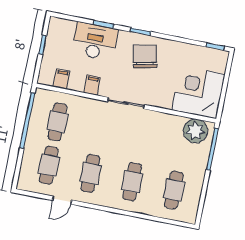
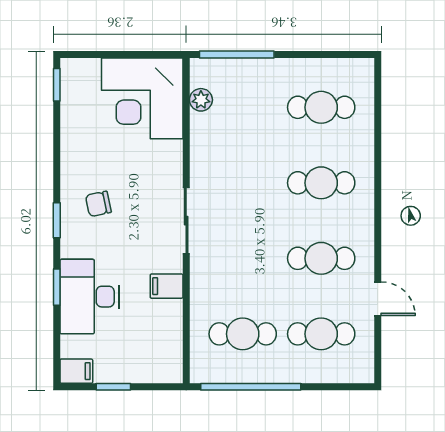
chair: (145, 56) -> (98, 204), width x0.54, depth x0.54
filing cabinet: (62, 79) -> (76, 371), moved, turned 180
plant: (195, 131) -> (201, 100), width x0.53, depth x0.53

